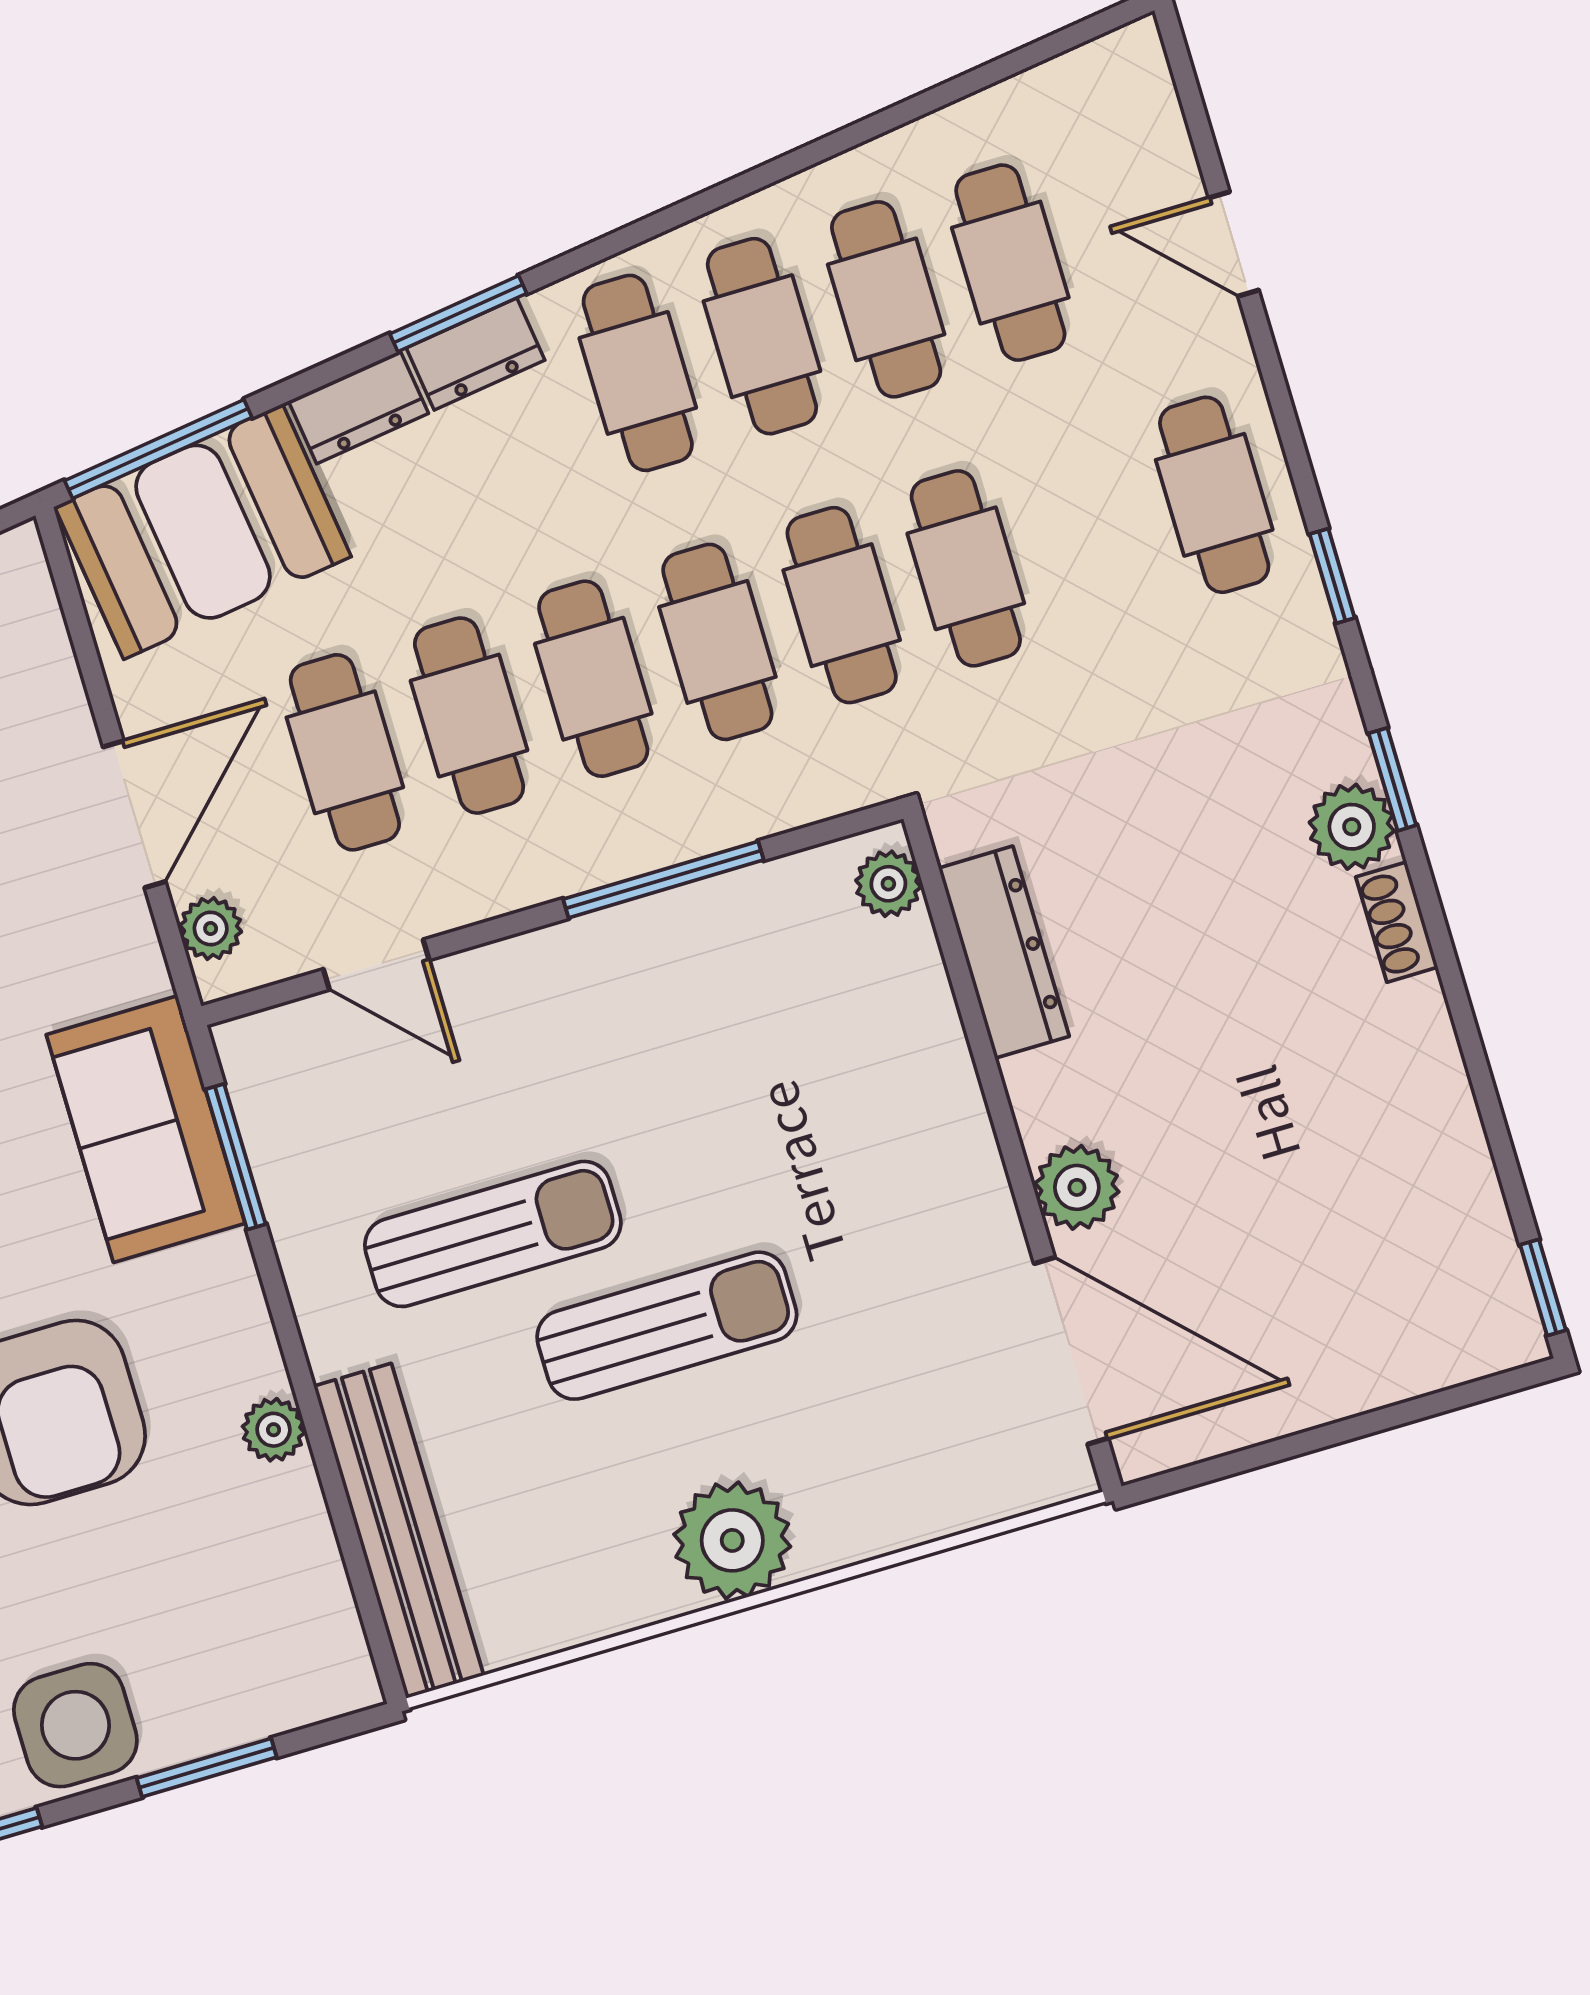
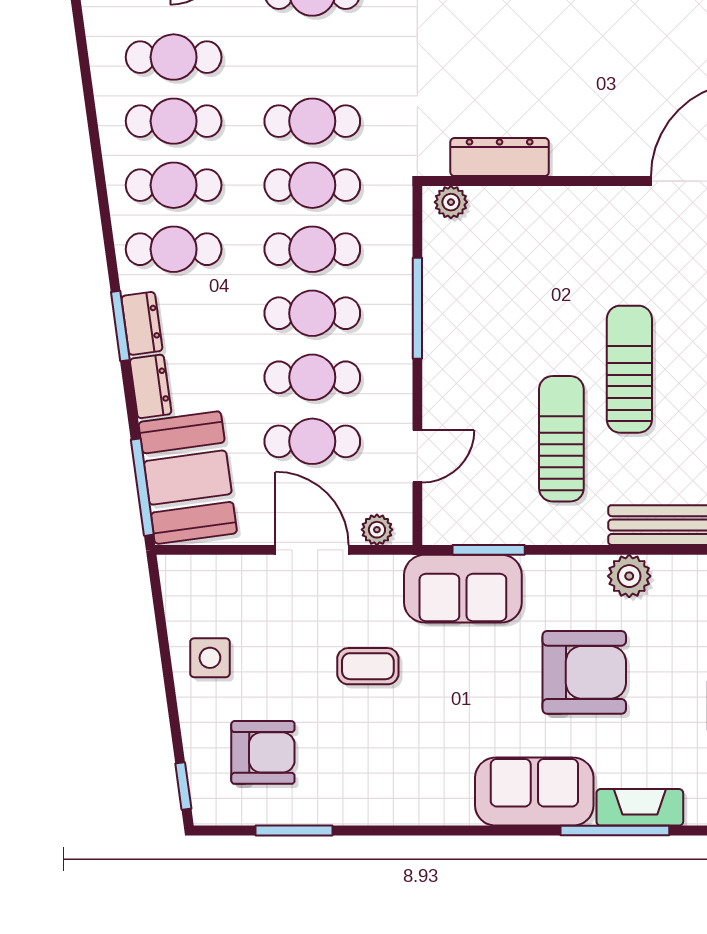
plant: (1077, 1187) -> (621, 155), removed
plant: (274, 1430) -> (629, 576), width x1.38, depth x1.38

